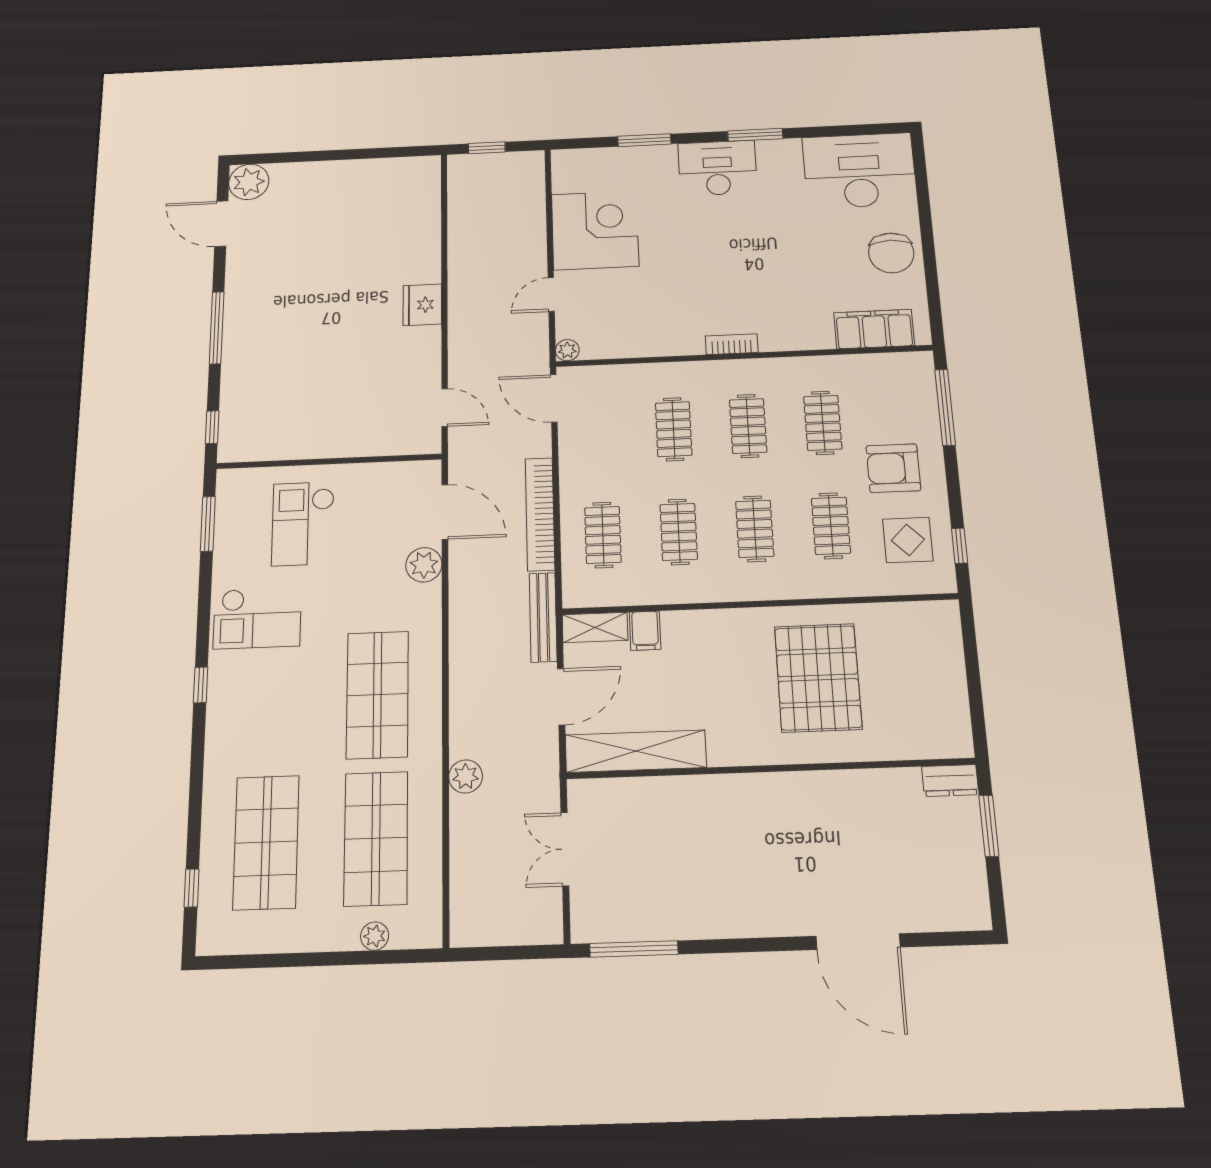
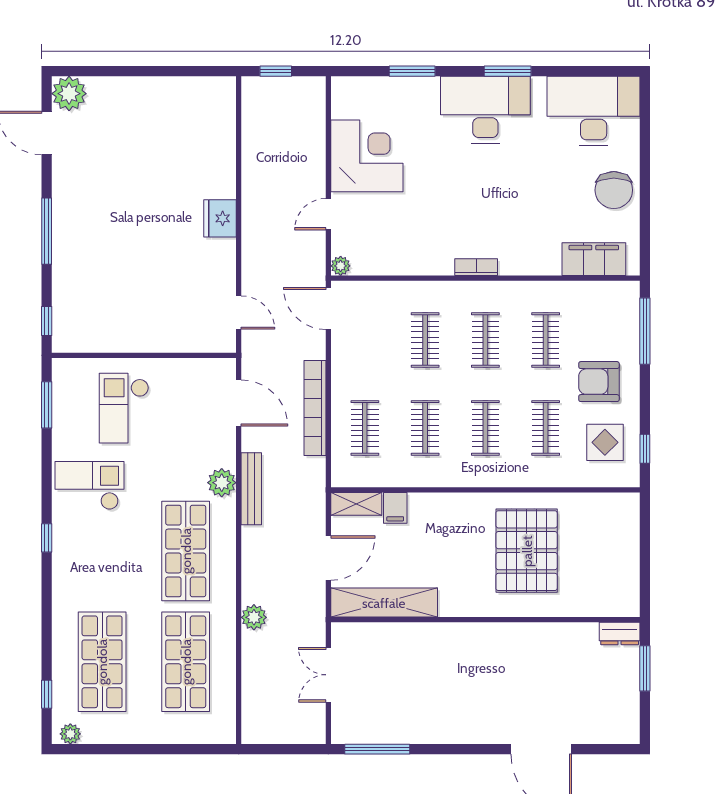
desk: (718, 168) -> (485, 110), width x1.36, depth x1.30
plant: (424, 565) -> (222, 483), moved
bench: (543, 617) -> (251, 489), moved
checkout: (257, 618) -> (90, 485), turned 180
plant: (375, 936) -> (70, 734), moved

